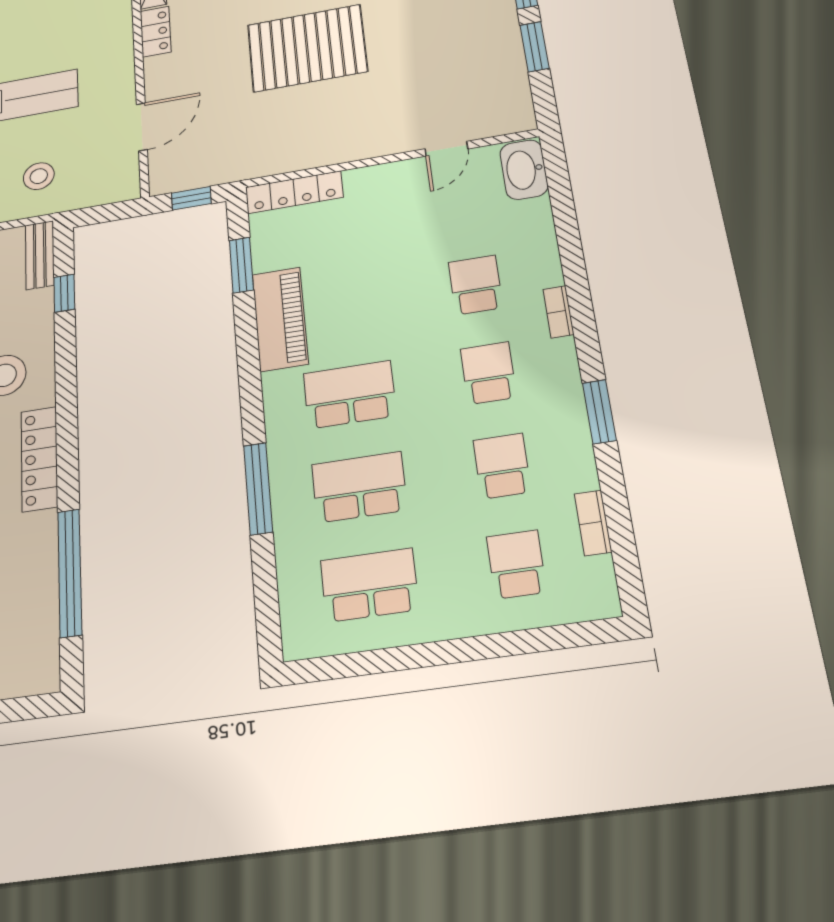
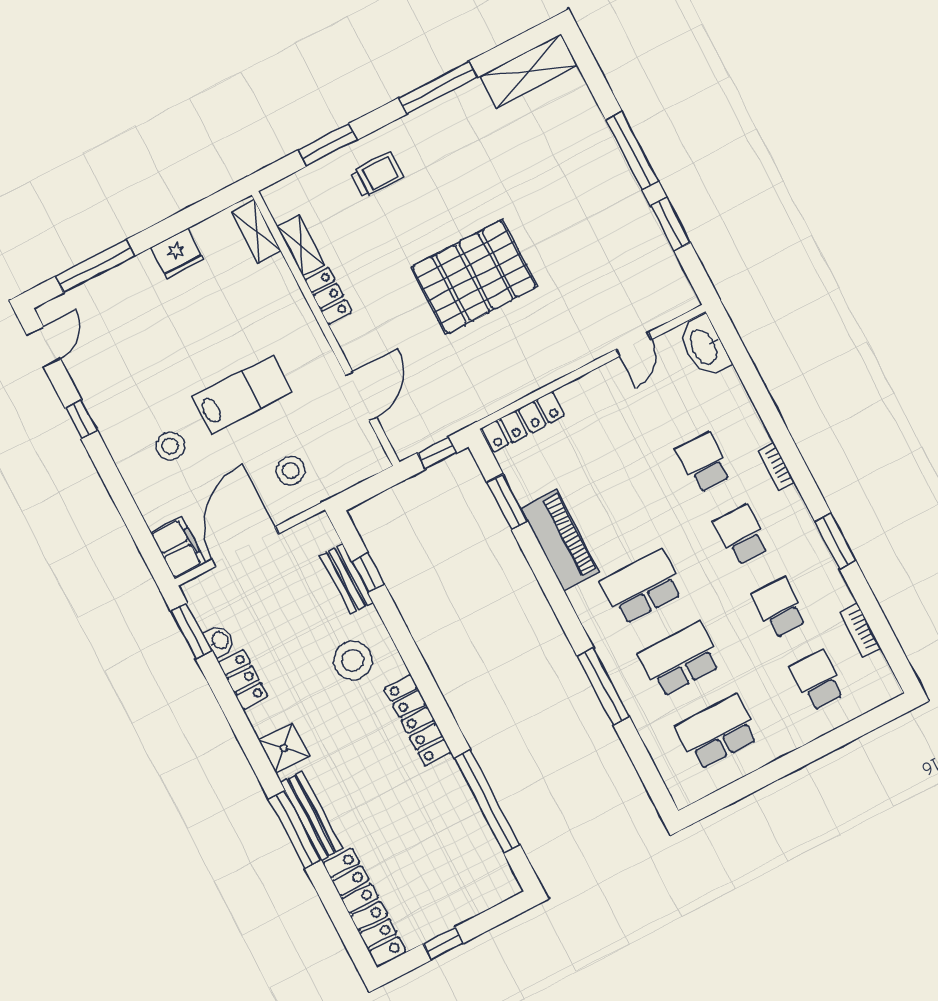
bench: (40, 255) -> (347, 579), moved

